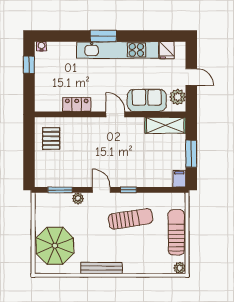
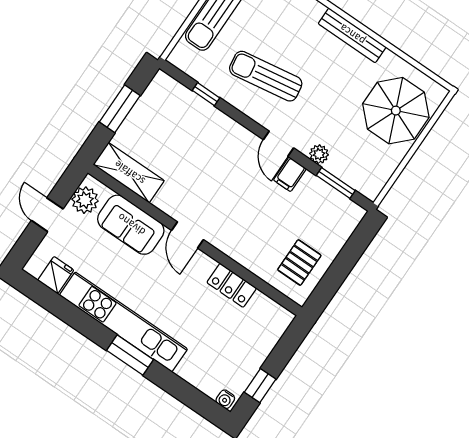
filing cabinet: (179, 179) -> (290, 174), moved
window: (128, 190) -> (206, 94), moved

